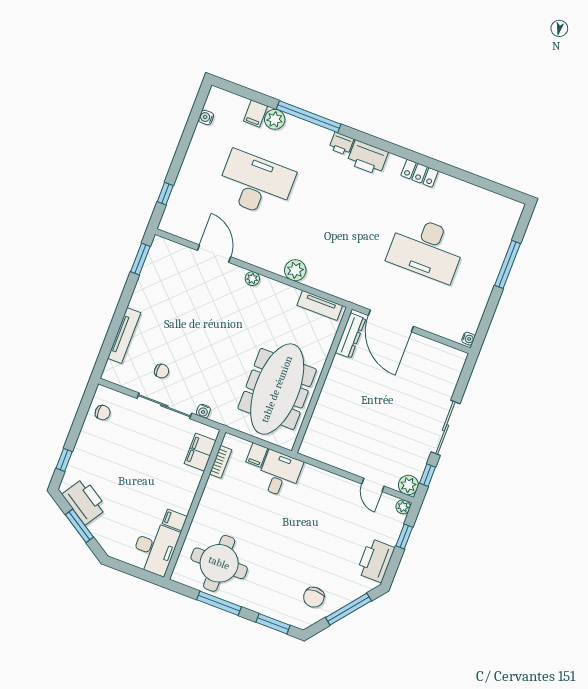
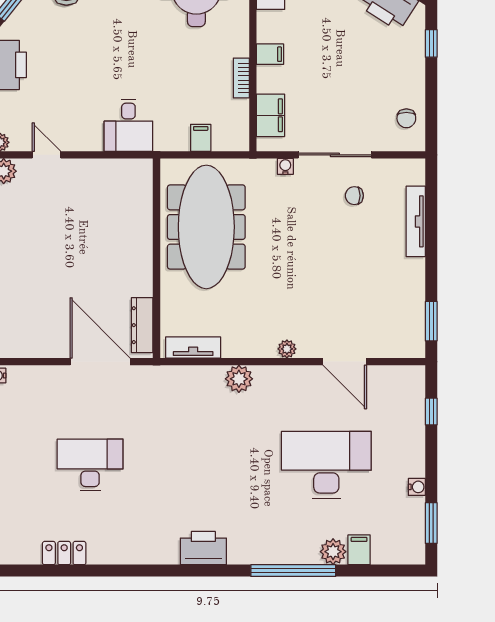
window: (196, 113) -> (431, 523), added
water cooler: (206, 117) -> (417, 487), moved
printer: (341, 144) -> (241, 553), removed
locker: (420, 173) -> (64, 553), moved
desk: (256, 184) -> (326, 465), turned 180
desk: (427, 249) -> (90, 465), width x0.73, depth x0.77
chair: (103, 413) -> (406, 118), turned -90
bookcase: (221, 462) -> (241, 78), moved
desk: (280, 474) -> (128, 125), moved
filing cabinet: (175, 520) -> (270, 54), moved

